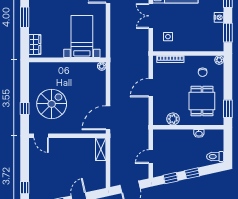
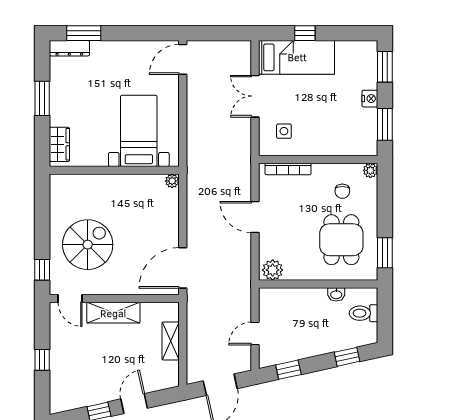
door: (151, 88) -> (255, 217), hinge flipped
window: (25, 109) -> (42, 270), moved
plant: (173, 119) -> (273, 270), moved
shelving: (67, 144) -> (113, 313), added
shelving: (101, 149) -> (171, 341), moved
toilet: (215, 157) -> (364, 313), moved
window: (192, 173) -> (347, 357), moved
window: (25, 188) -> (42, 360), moved

